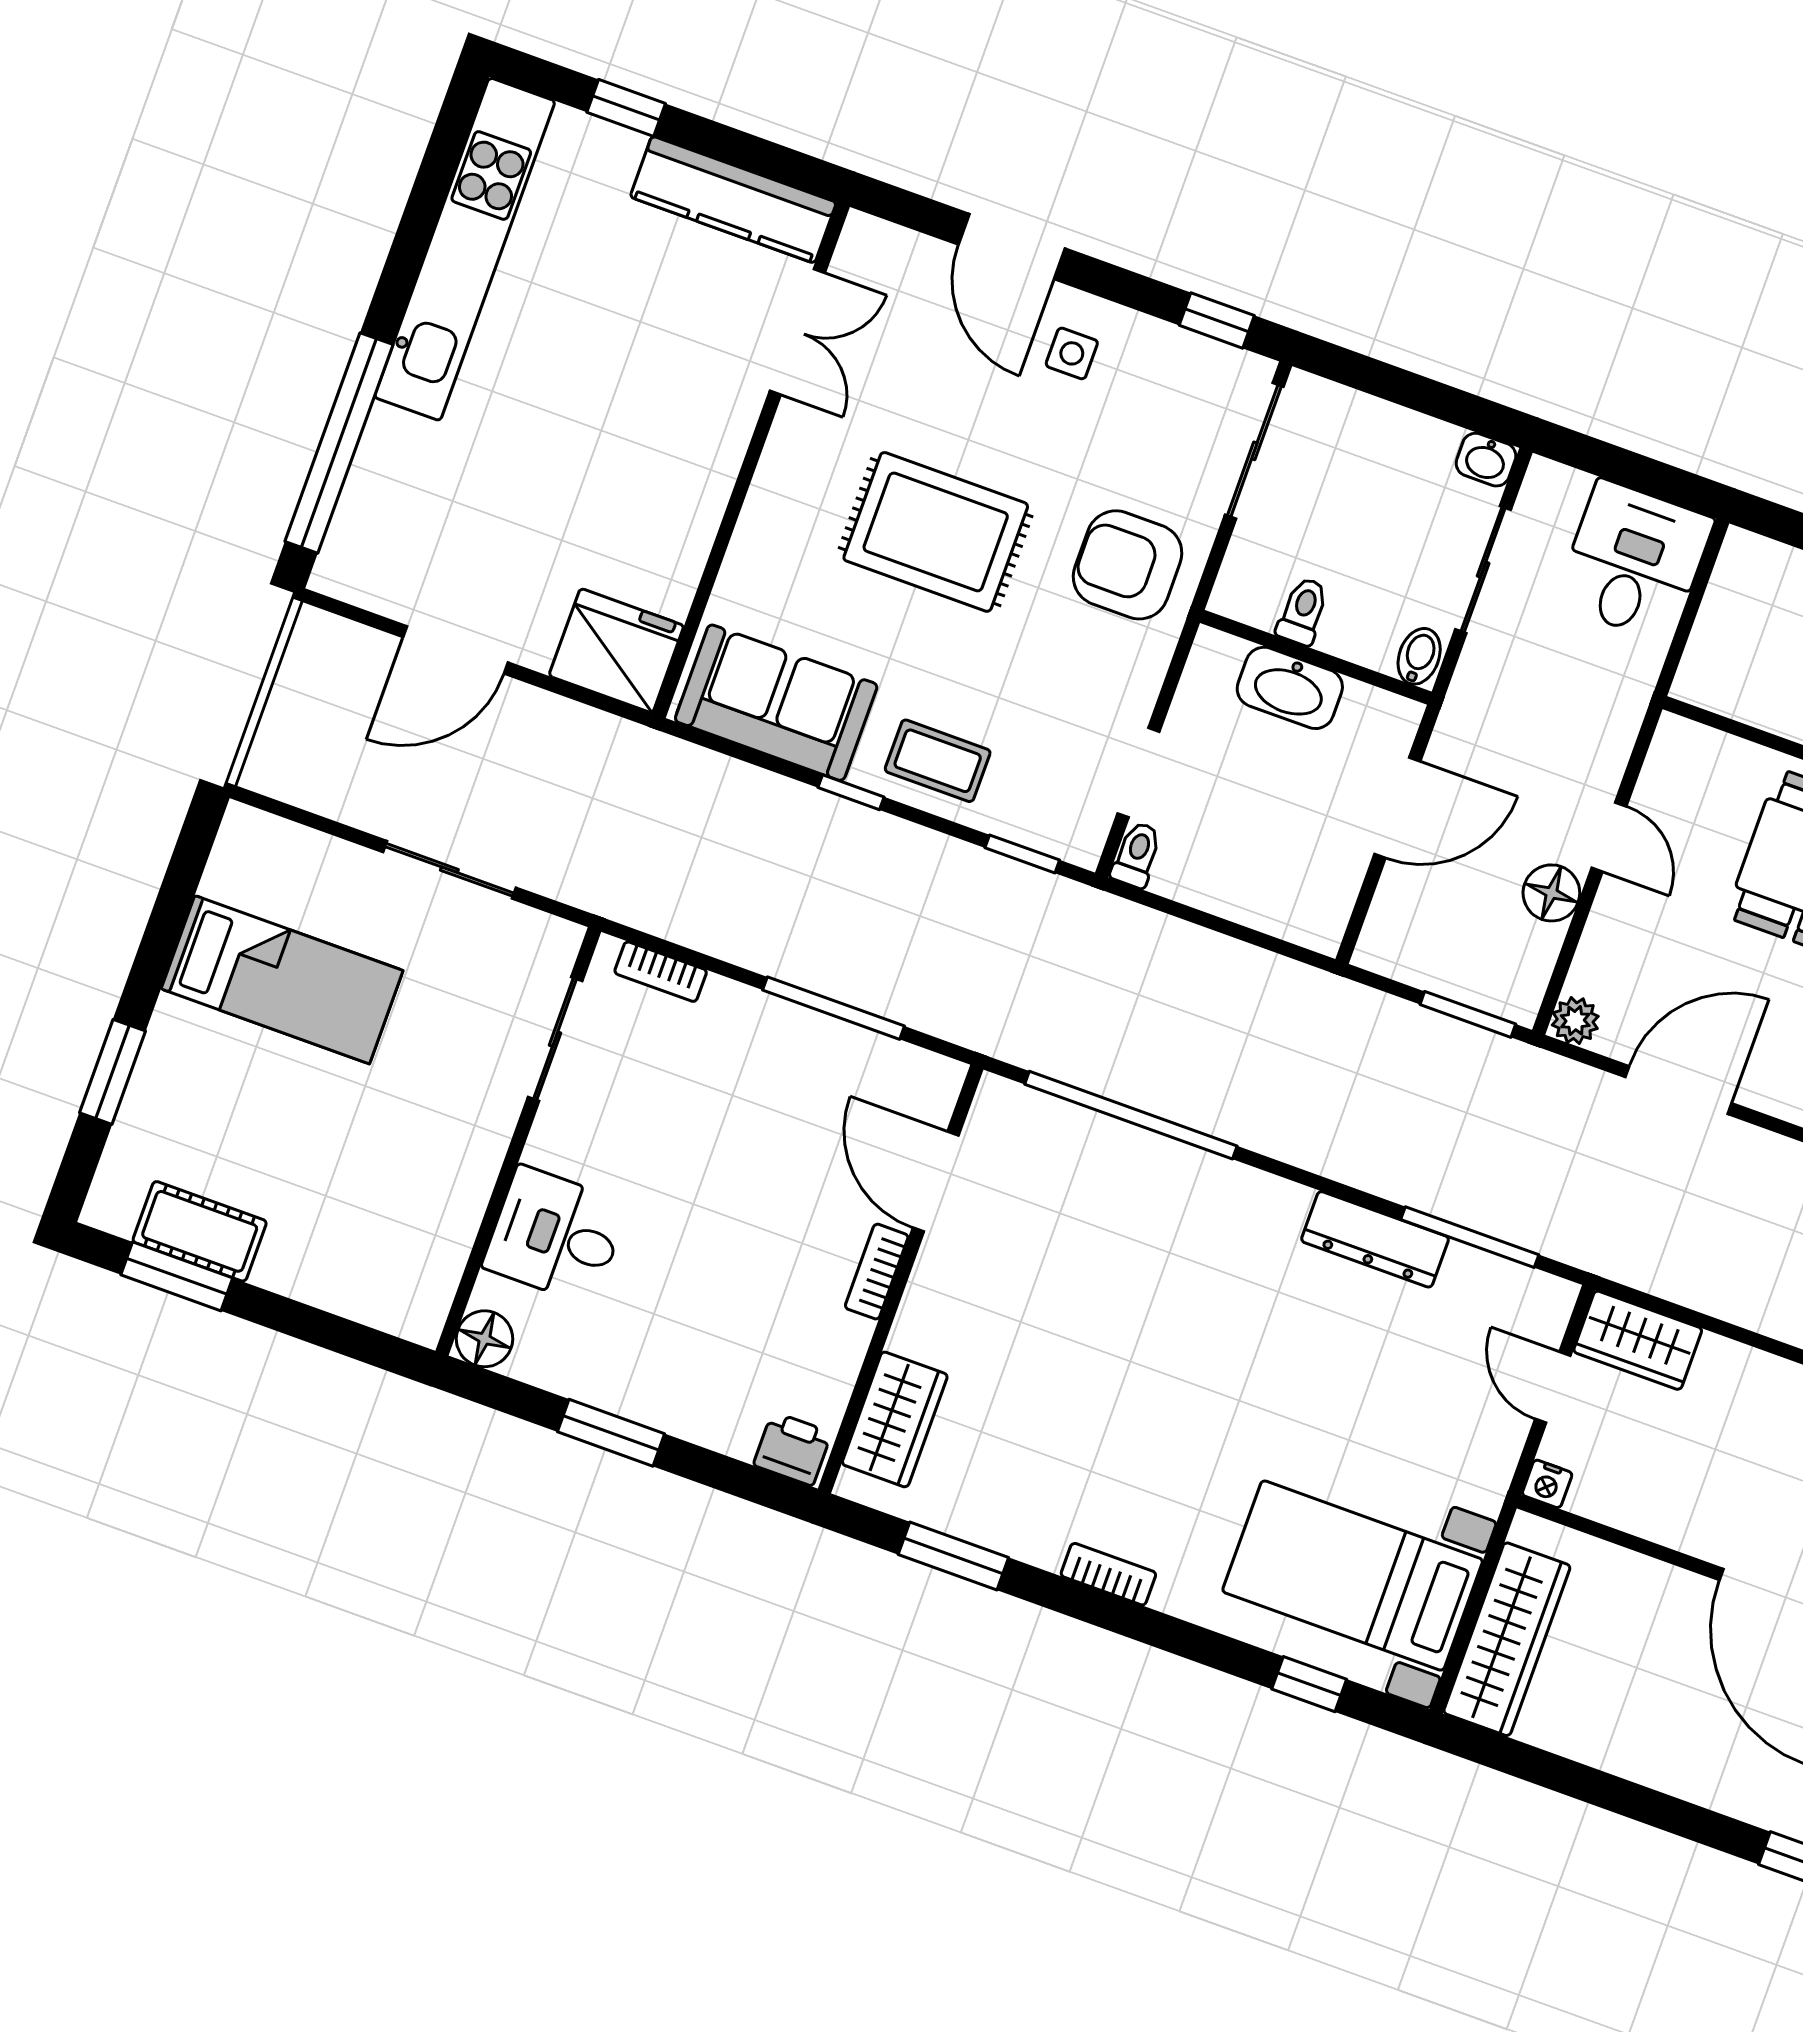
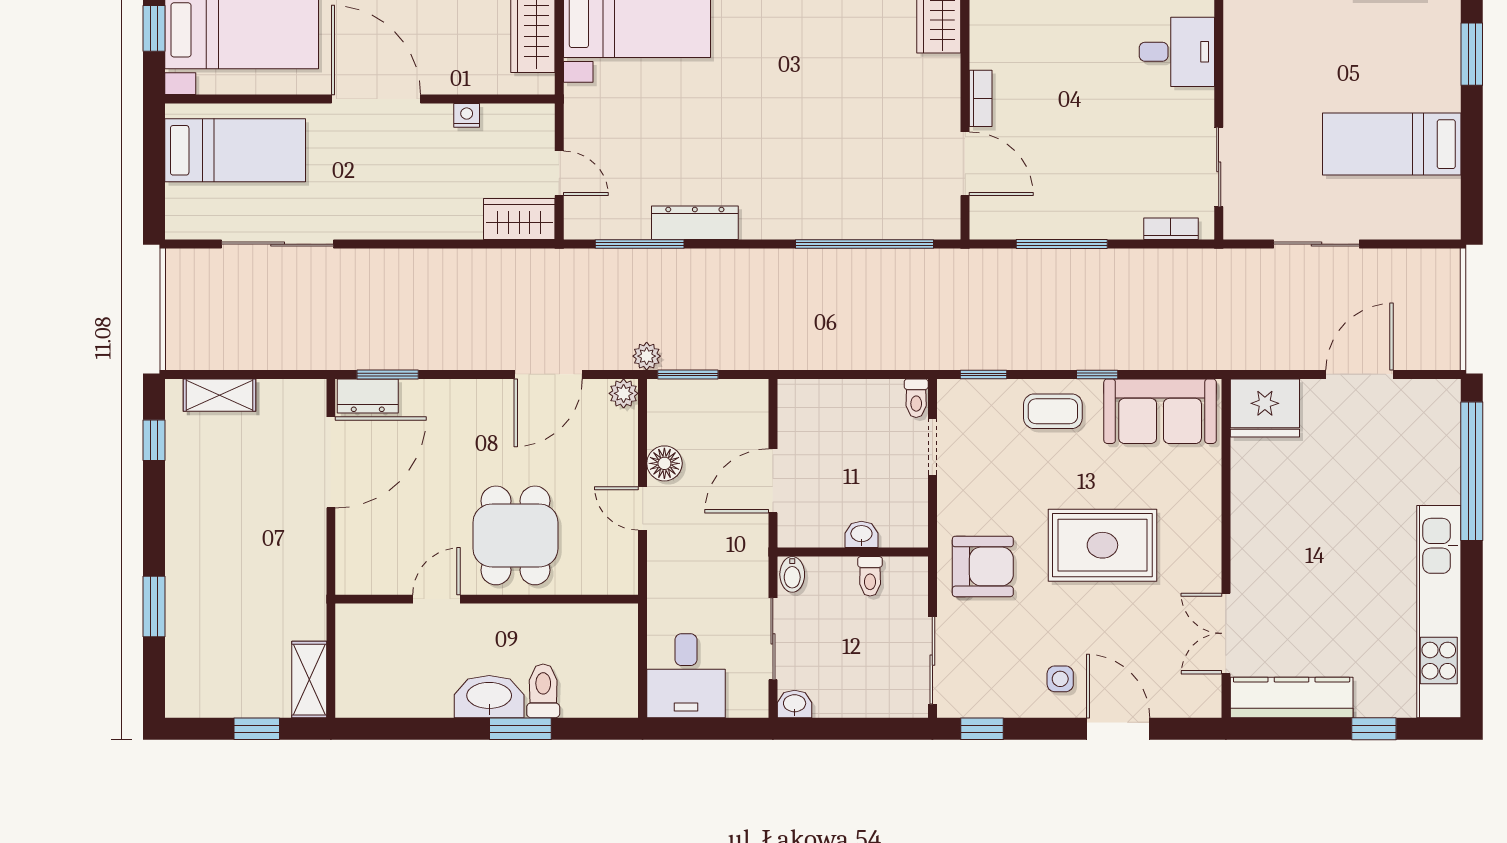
washbasin: (1290, 688) -> (861, 534), width x0.52, depth x0.69
plant: (1520, 1064) -> (647, 356), added
nightstand: (1547, 1484) -> (467, 115), moved

